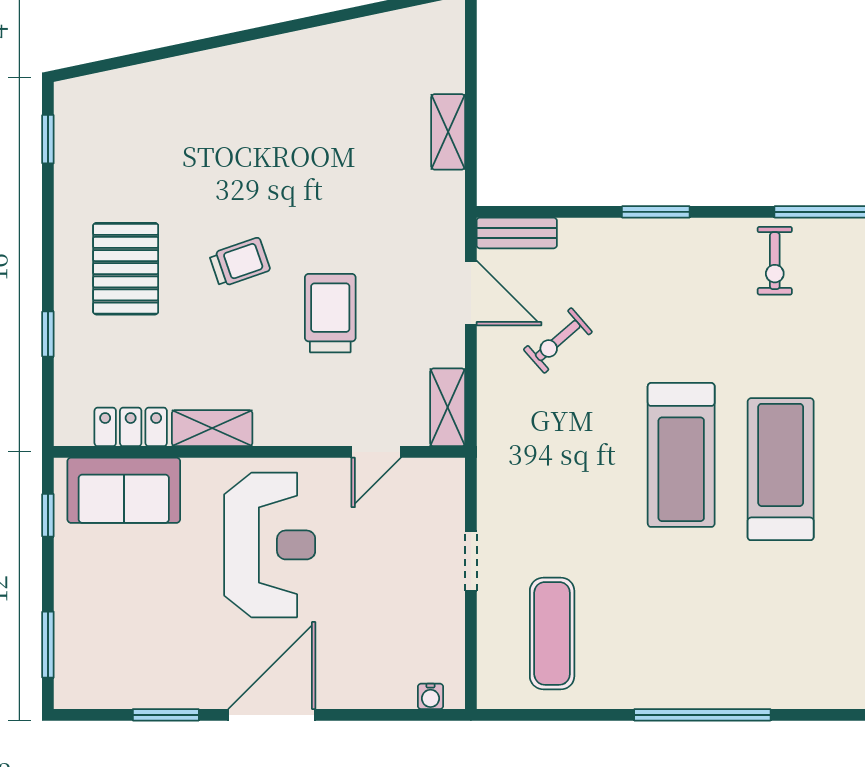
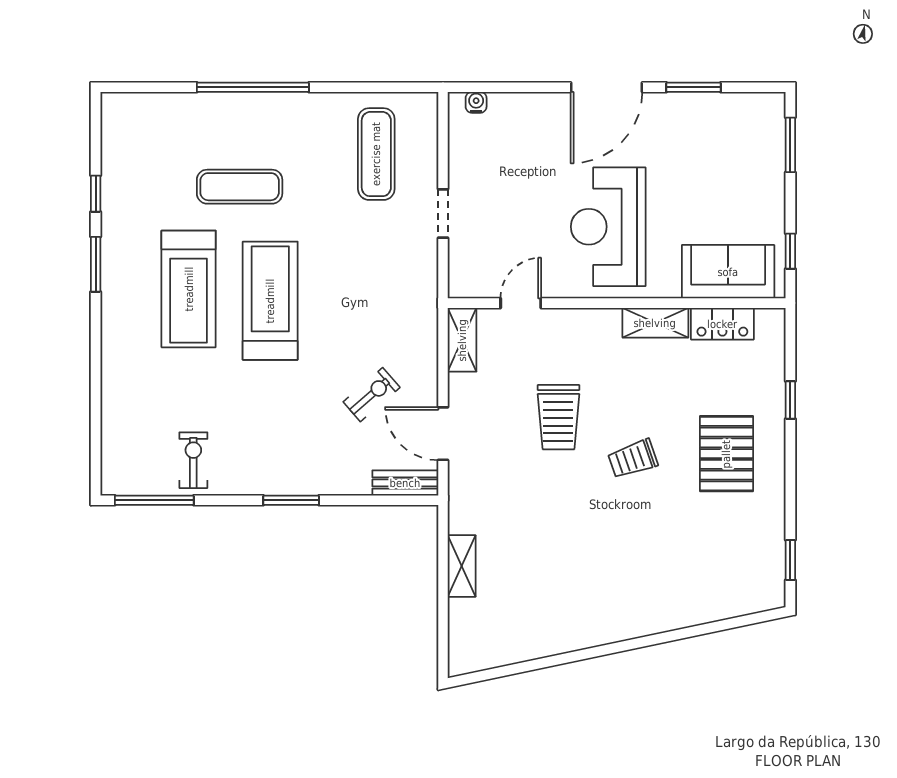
exercise mat: (718, 594) -> (240, 187), added

